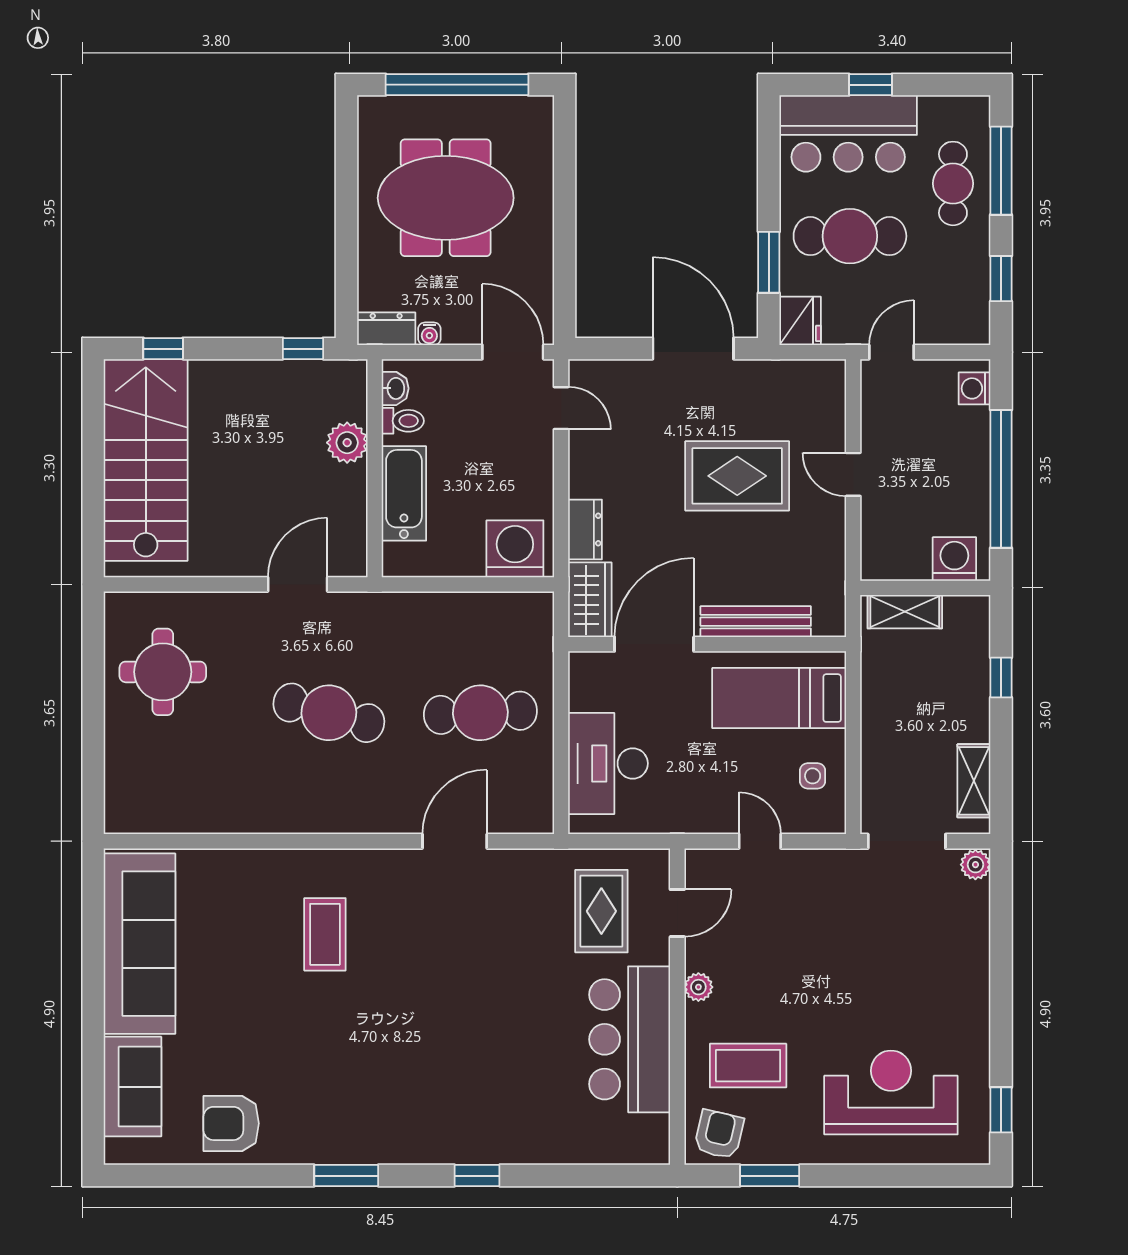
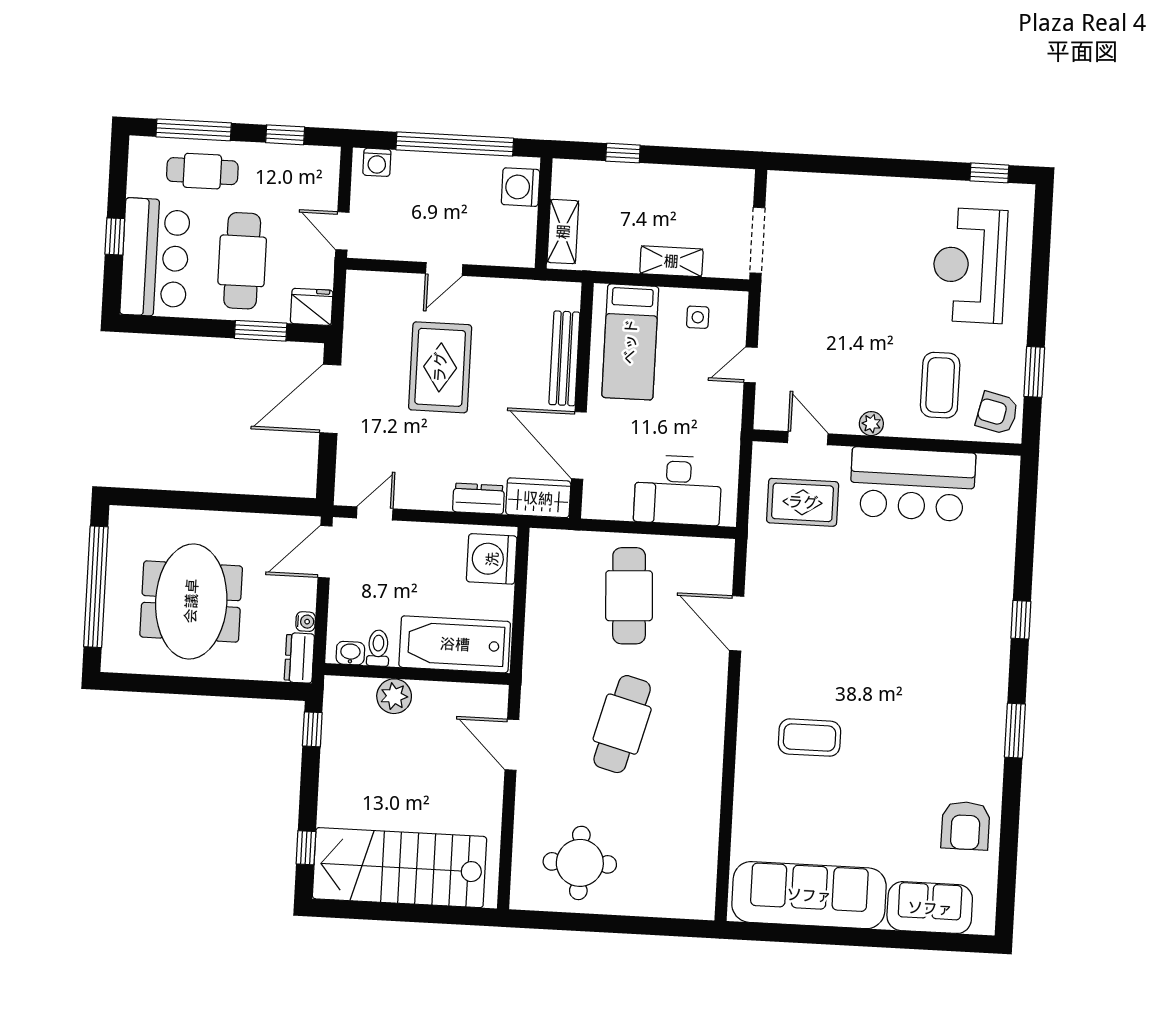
bathtub: (404, 493) -> (455, 644), width x1.36, depth x1.36
shelving: (974, 781) -> (671, 261), moved
plant: (975, 865) -> (780, 183), removed

